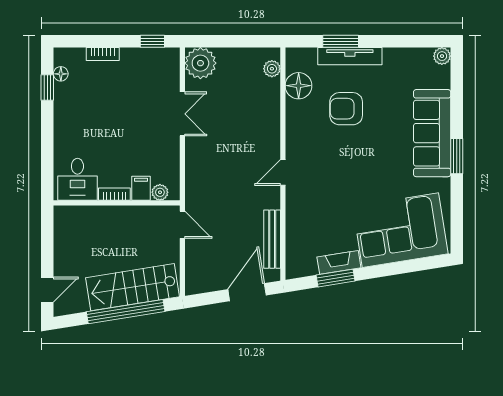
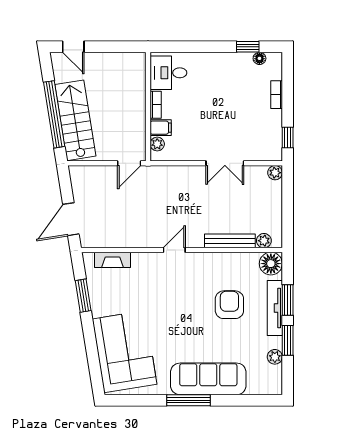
window: (388, 41) -> (288, 340), added
plant: (442, 56) -> (275, 357), moved
plant: (200, 63) -> (275, 173), width x0.53, depth x0.53
floor lamp: (299, 86) -> (271, 264), moved
window: (457, 156) -> (188, 400), width x1.44
door: (283, 173) -> (174, 250), hinge flipped
bench: (272, 239) -> (230, 241), moved
fireplace: (339, 262) -> (112, 260), moved, turned 99
door: (247, 292) -> (71, 219), swing flipped

